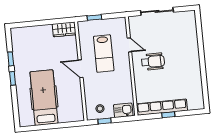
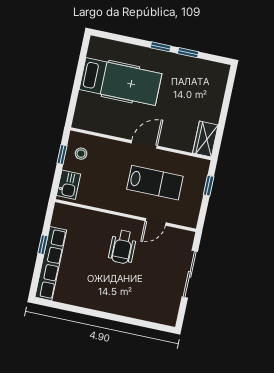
lab bench: (104, 54) -> (155, 183), turned 180
row of seats: (162, 107) -> (51, 264), moved

